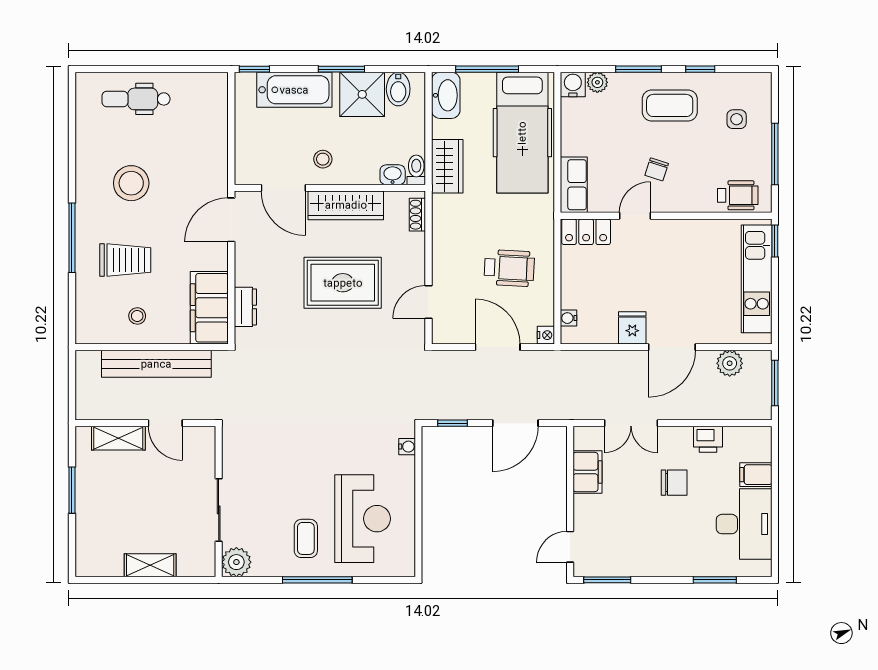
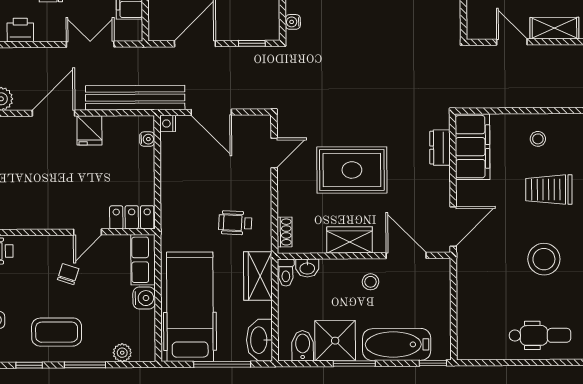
water cooler: (573, 84) -> (144, 298), moved, turned -90
wardrobe: (346, 205) -> (349, 240), width x0.67
wheelchair: (509, 268) -> (235, 223), moved, width x0.73, depth x0.73
bench: (156, 364) -> (135, 98), moved

